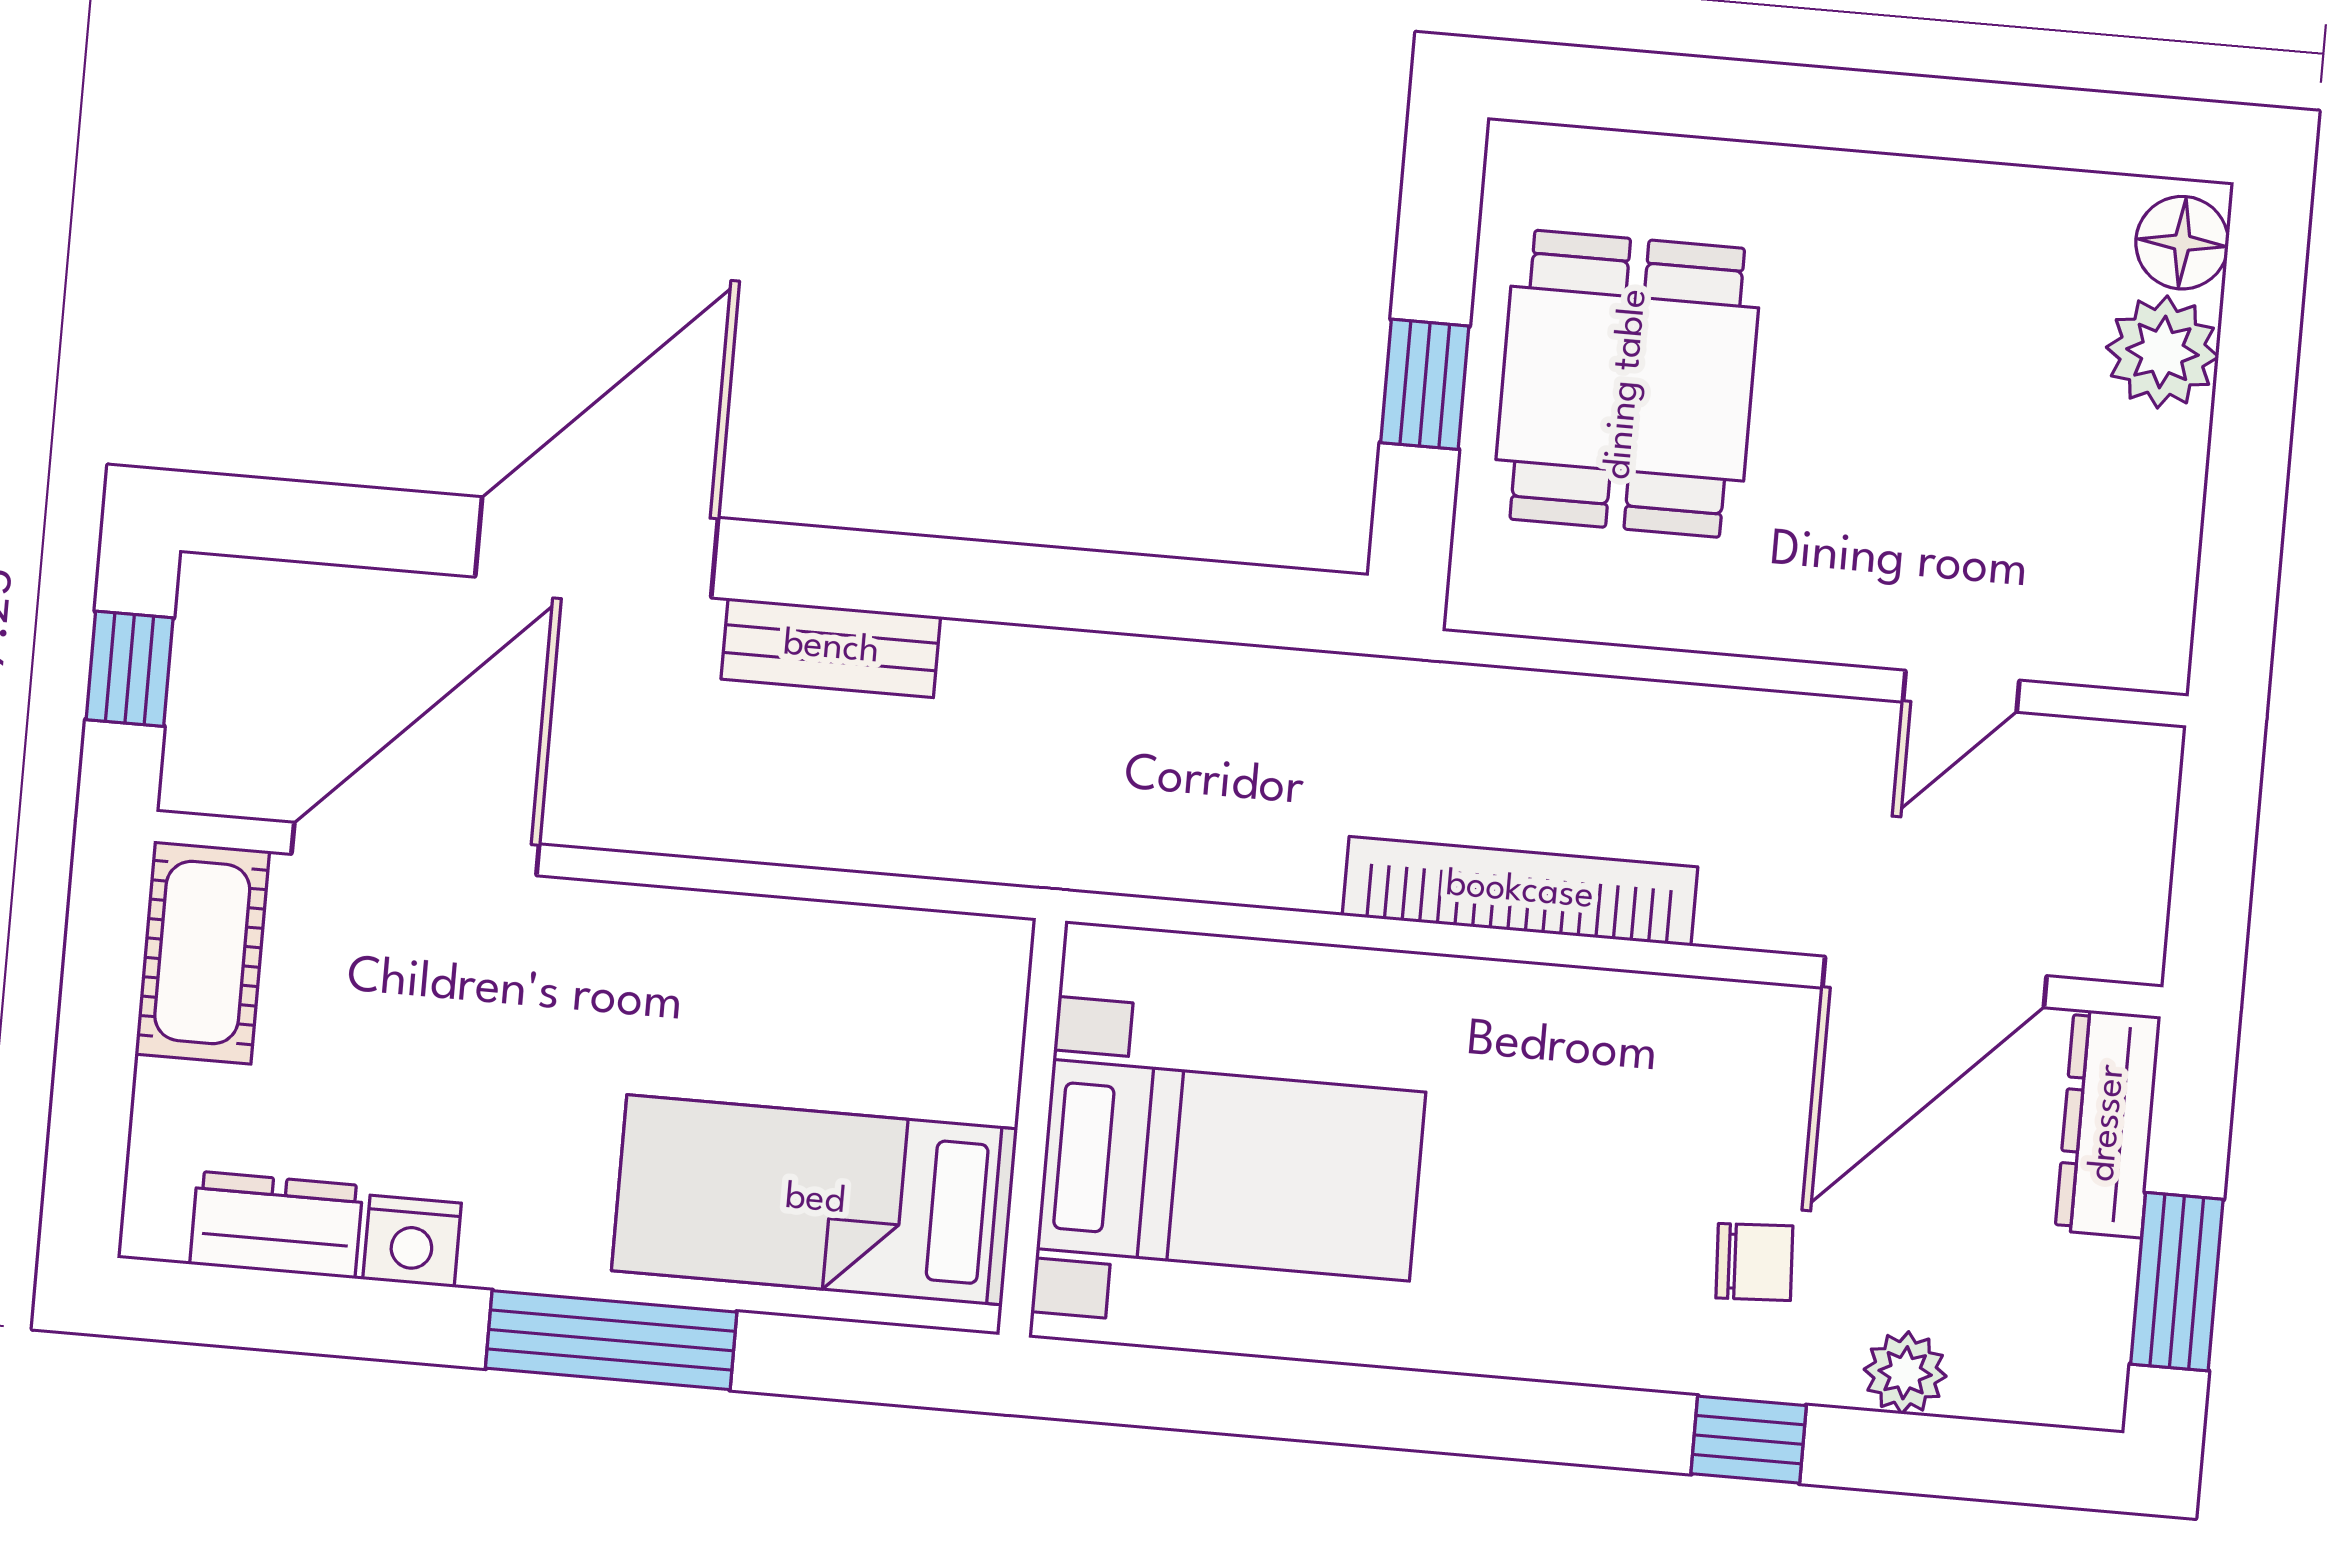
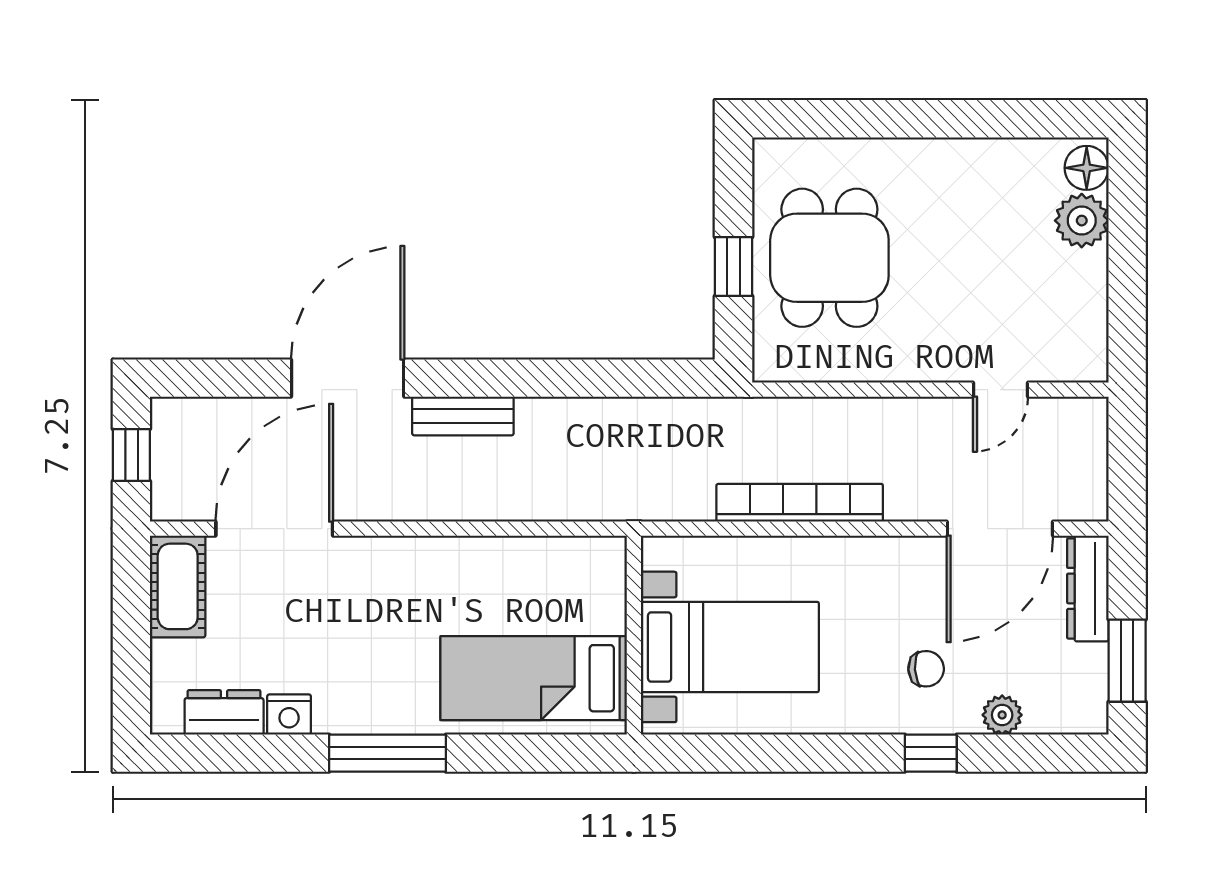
wall: (1032, 1128) -> (634, 635), moved
bed with nightstands: (1231, 1170) -> (730, 647), moved
bed: (815, 1200) -> (534, 678), moved

